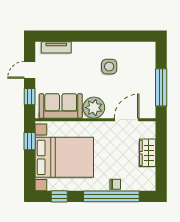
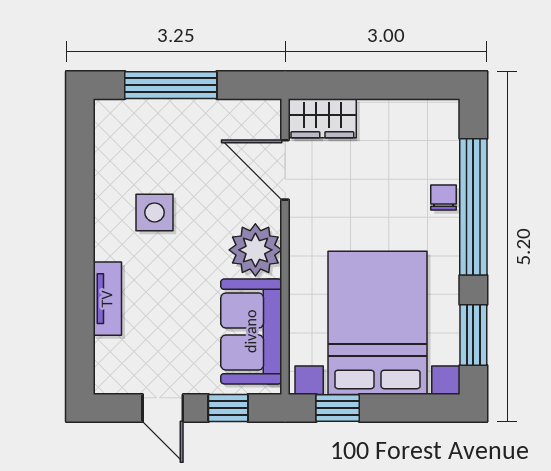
tv unit: (56, 47) -> (107, 299), moved
window: (161, 87) -> (171, 85), moved
wardrobe: (148, 153) -> (322, 118), moved
window: (59, 196) -> (473, 335), width x1.50

